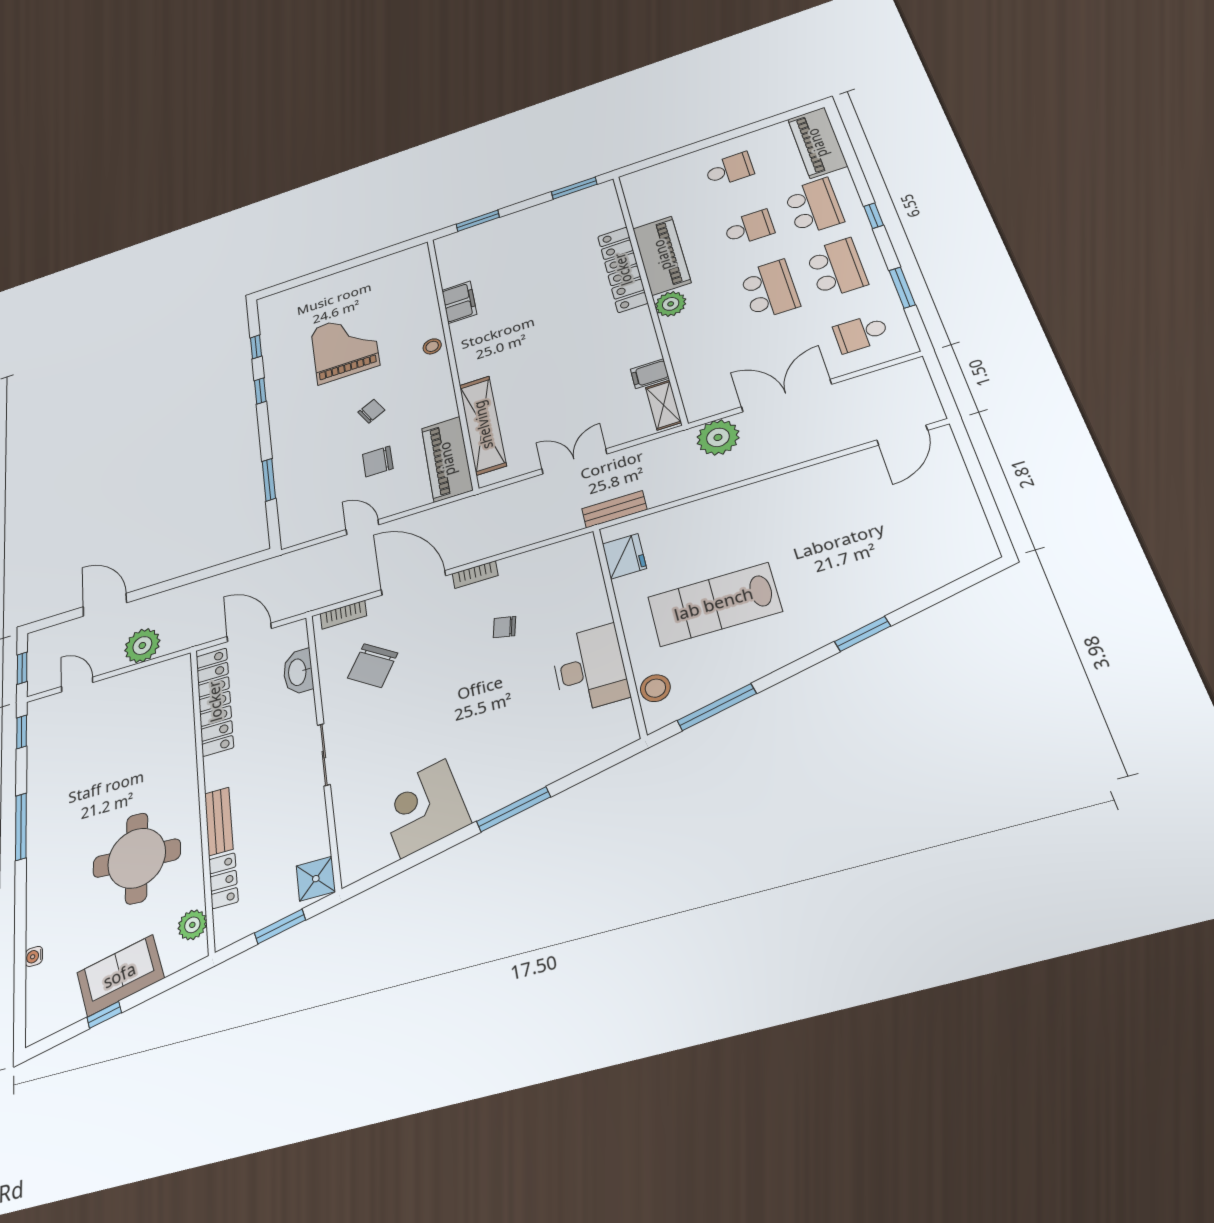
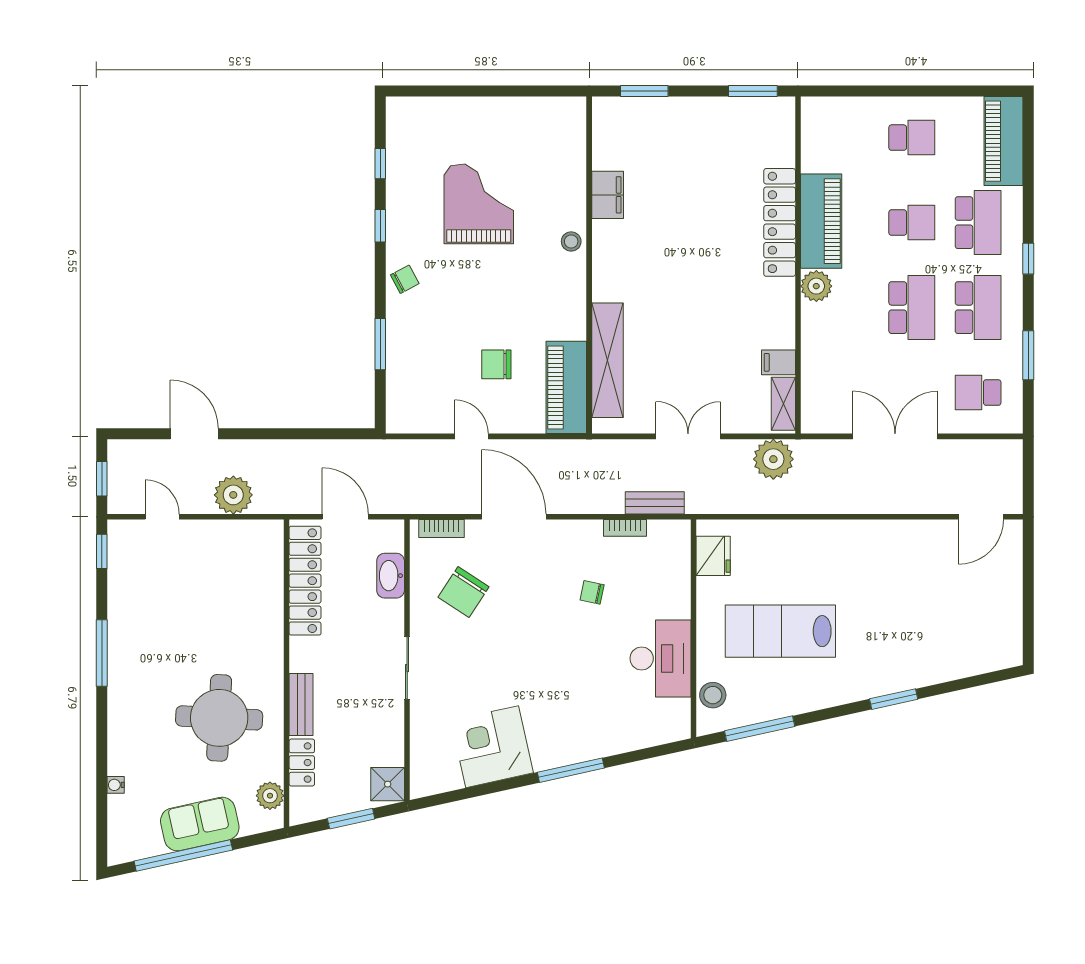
chair: (371, 411) -> (405, 279), moved
plant: (718, 437) -> (773, 459), moved
bench: (614, 509) -> (655, 503), moved
bookcase: (475, 575) -> (625, 528), moved
window: (104, 1015) -> (183, 856), width x3.17

